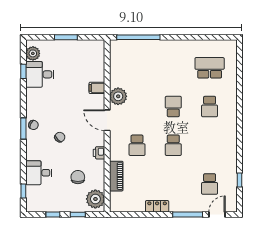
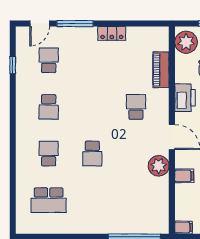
filing cabinet: (98, 45) -> (184, 227), added
school desk: (173, 145) -> (49, 107), moved, turned 180
printer: (99, 153) -> (185, 98), width x1.87, depth x1.48

